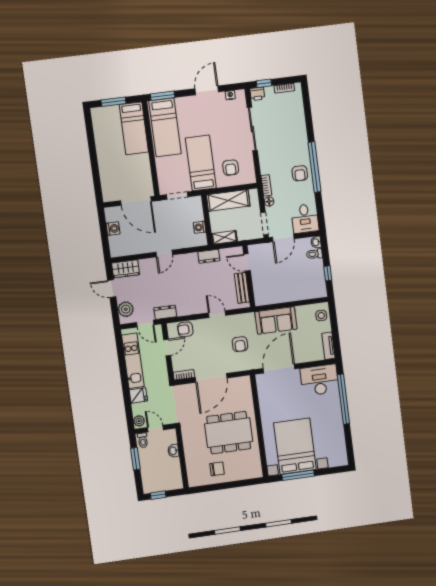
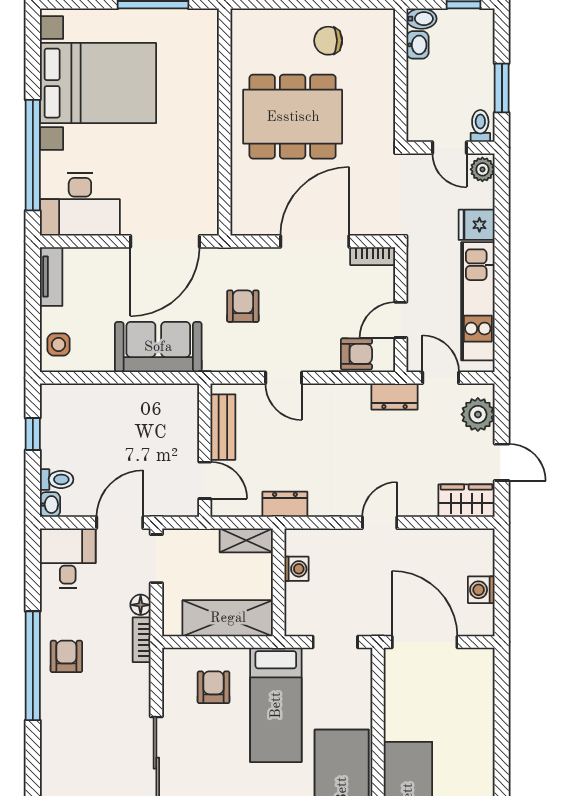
bed with nightstands: (295, 446) -> (98, 83), moved, turned -90
washbasin: (173, 451) -> (418, 45), moved
bidet: (176, 485) -> (421, 19), added

